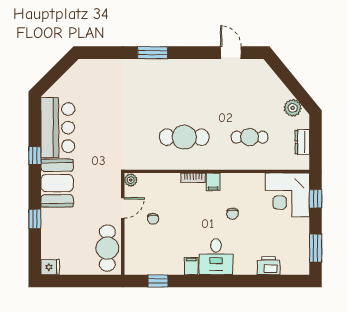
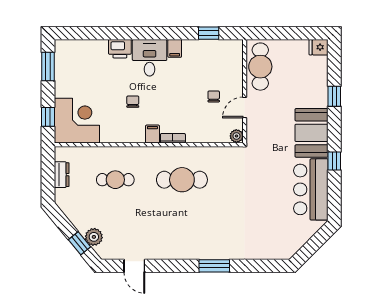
window: (285, 75) -> (79, 243), added
plant: (293, 108) -> (94, 237), moved
printer: (269, 266) -> (120, 49), moved

